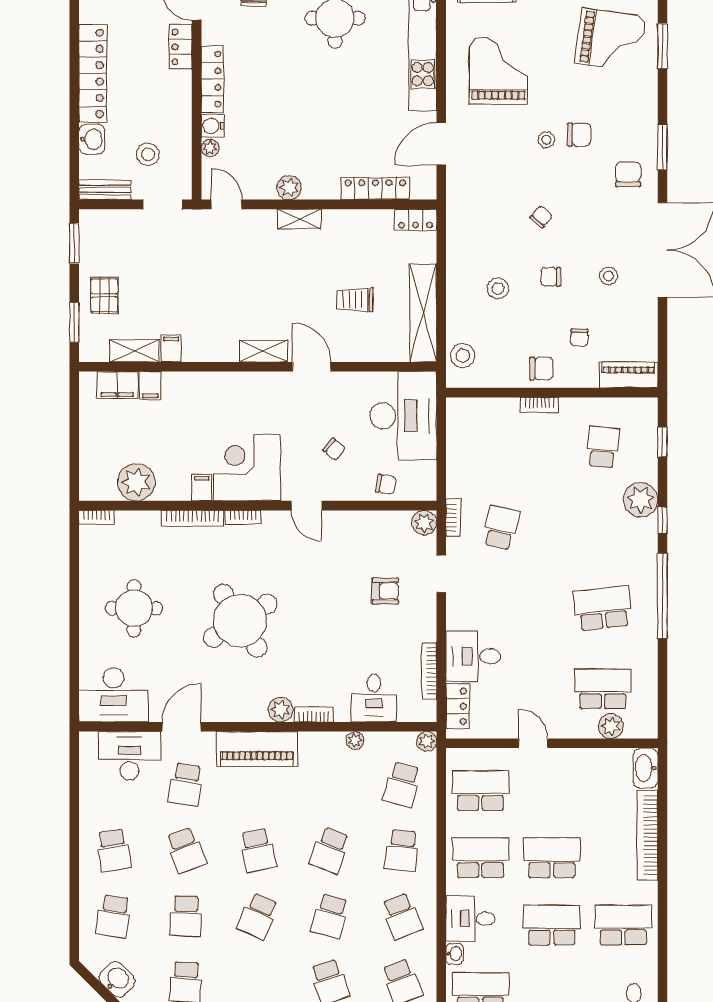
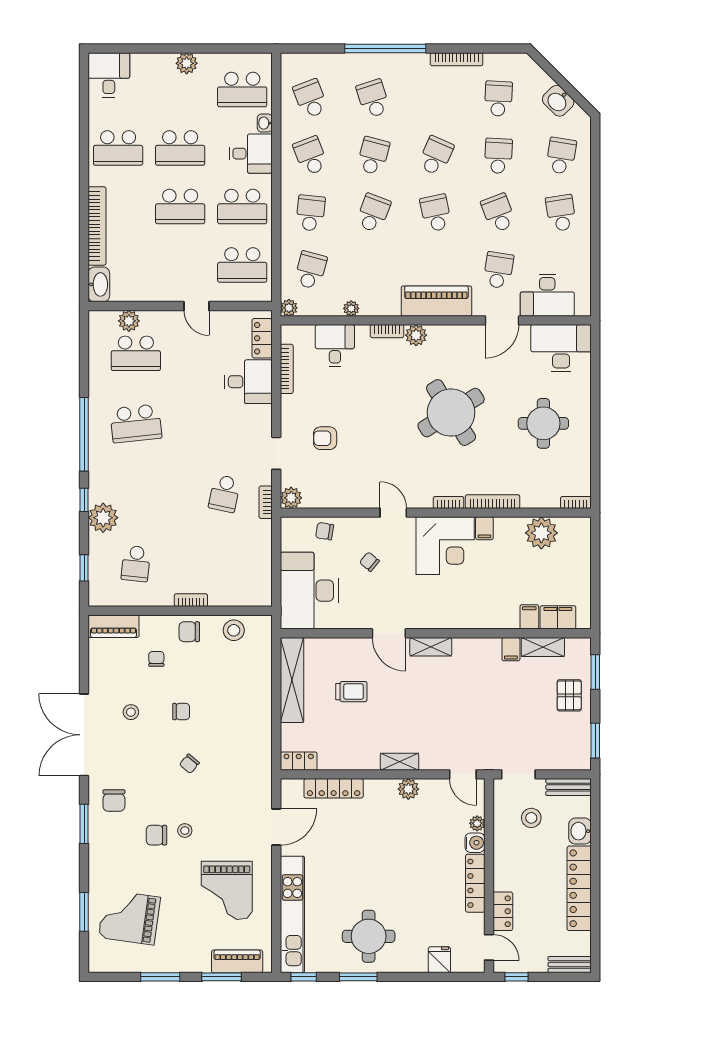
stool: (498, 289) -> (227, 701), removed
stool: (463, 356) -> (234, 630), moved

